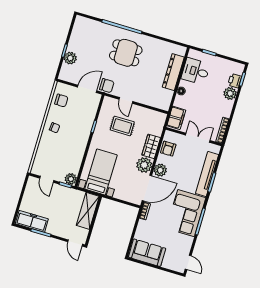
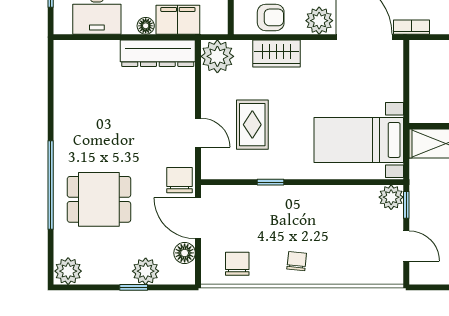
plant: (81, 23) -> (68, 271), added
dining table: (126, 53) -> (99, 199), moved, turned 90
dresser: (173, 72) -> (158, 53), moved
floor lamp: (73, 78) -> (185, 253), added
door: (126, 100) -> (198, 133), hinge flipped
filing cabinet: (176, 118) -> (178, 20), moved
plant: (144, 165) -> (217, 56), moved
door: (47, 179) -> (406, 246), hinge flipped

